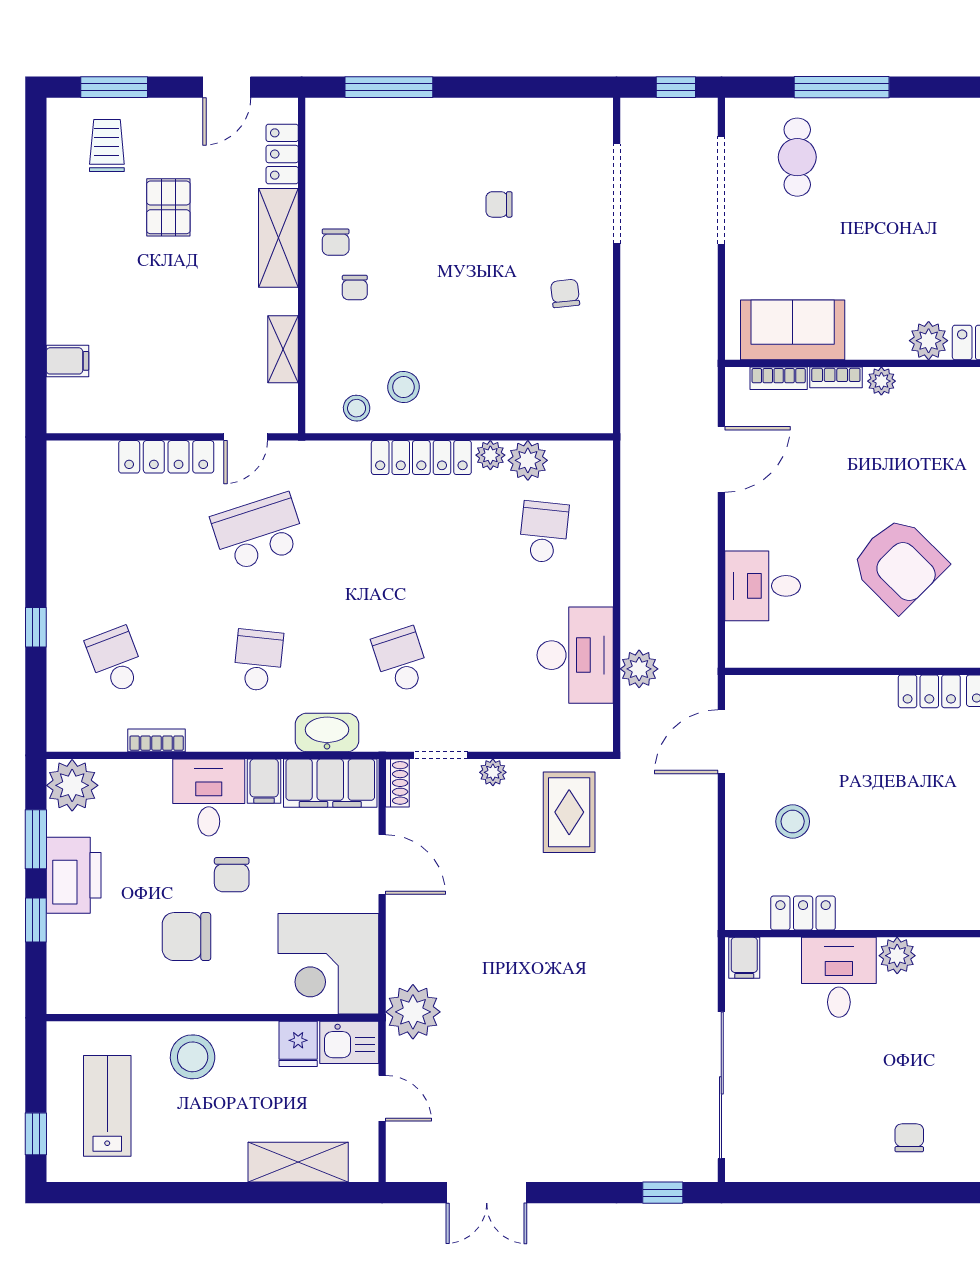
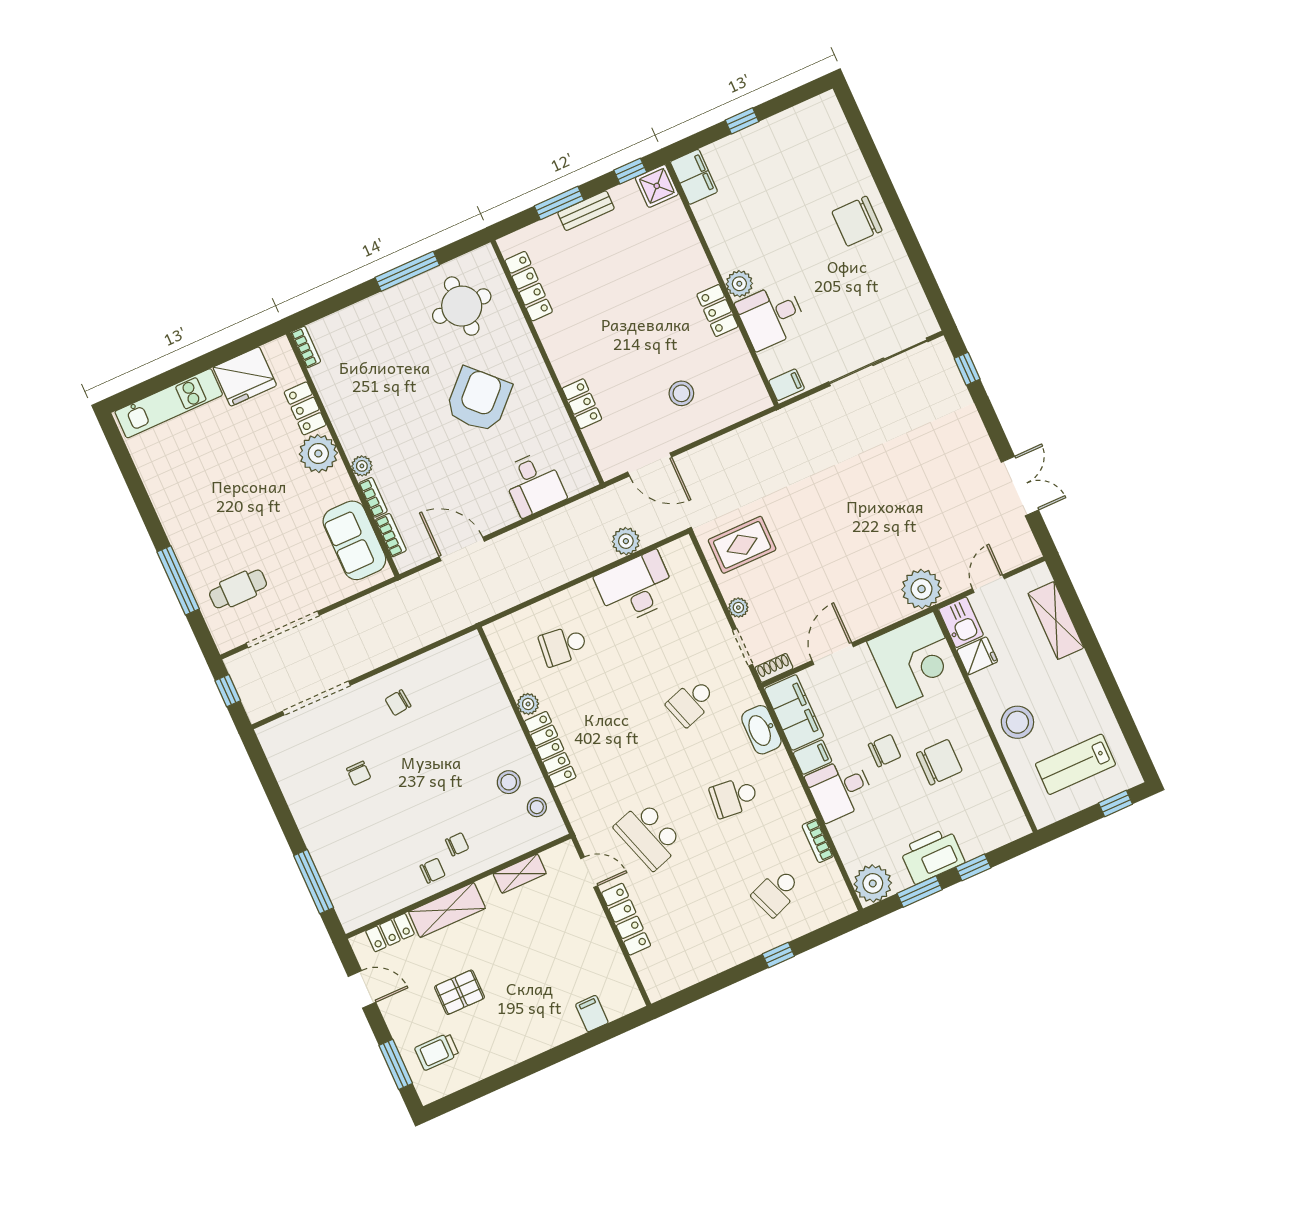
plant: (929, 341) -> (318, 453), width x1.36, depth x1.36
plant: (528, 460) -> (520, 678), removed
locker: (929, 691) -> (582, 404), moved
locker: (803, 913) -> (717, 311), moved
chair: (186, 937) -> (939, 762), turned -90
chair: (909, 1138) -> (857, 221), width x1.87, depth x1.87

